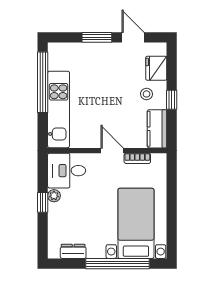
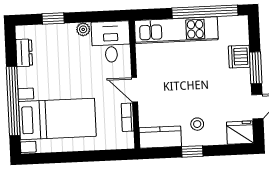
dishwasher: (86, 52) -> (239, 57), added
fridge: (156, 68) -> (240, 133), moved
door: (112, 151) -> (135, 90), swing flipped
window: (43, 202) -> (53, 19), moved

